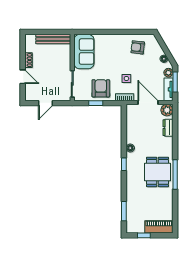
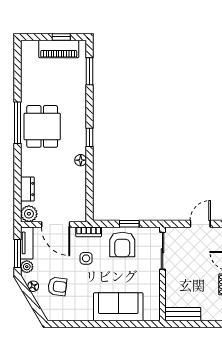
bench: (53, 39) -> (183, 314), width x0.73
armchair: (138, 47) -> (57, 286), moved
sofa: (84, 52) -> (118, 307), moved, turned 90
piano: (159, 227) -> (59, 49), moved

